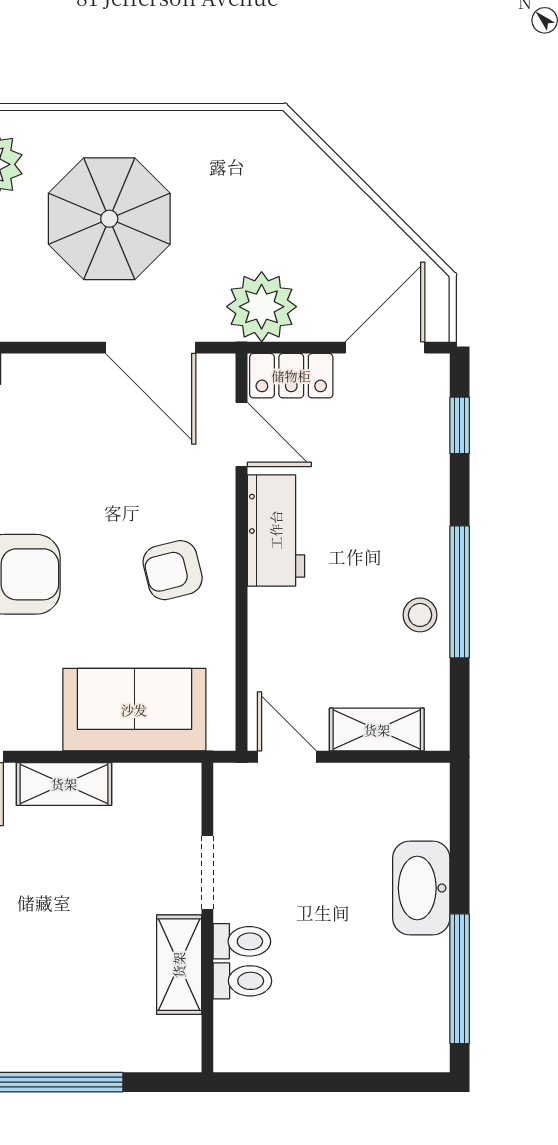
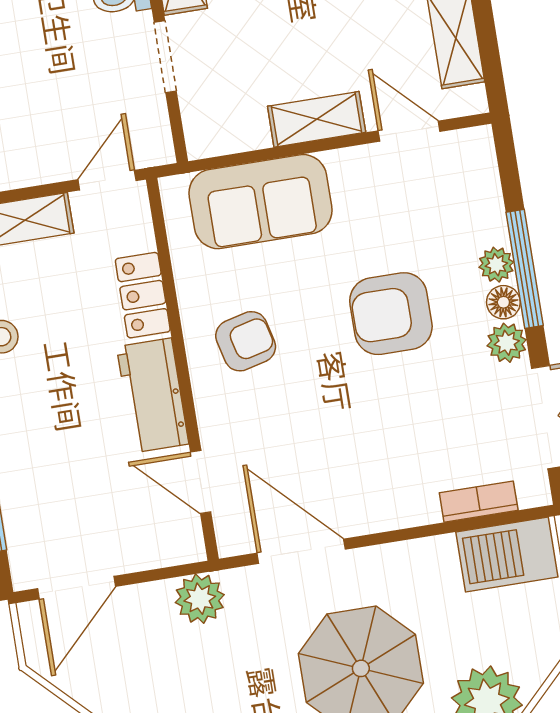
plant: (262, 307) -> (200, 599), width x0.73, depth x0.73
locker: (291, 376) -> (143, 295), moved, turned -90
door: (287, 757) -> (107, 180), swing flipped

